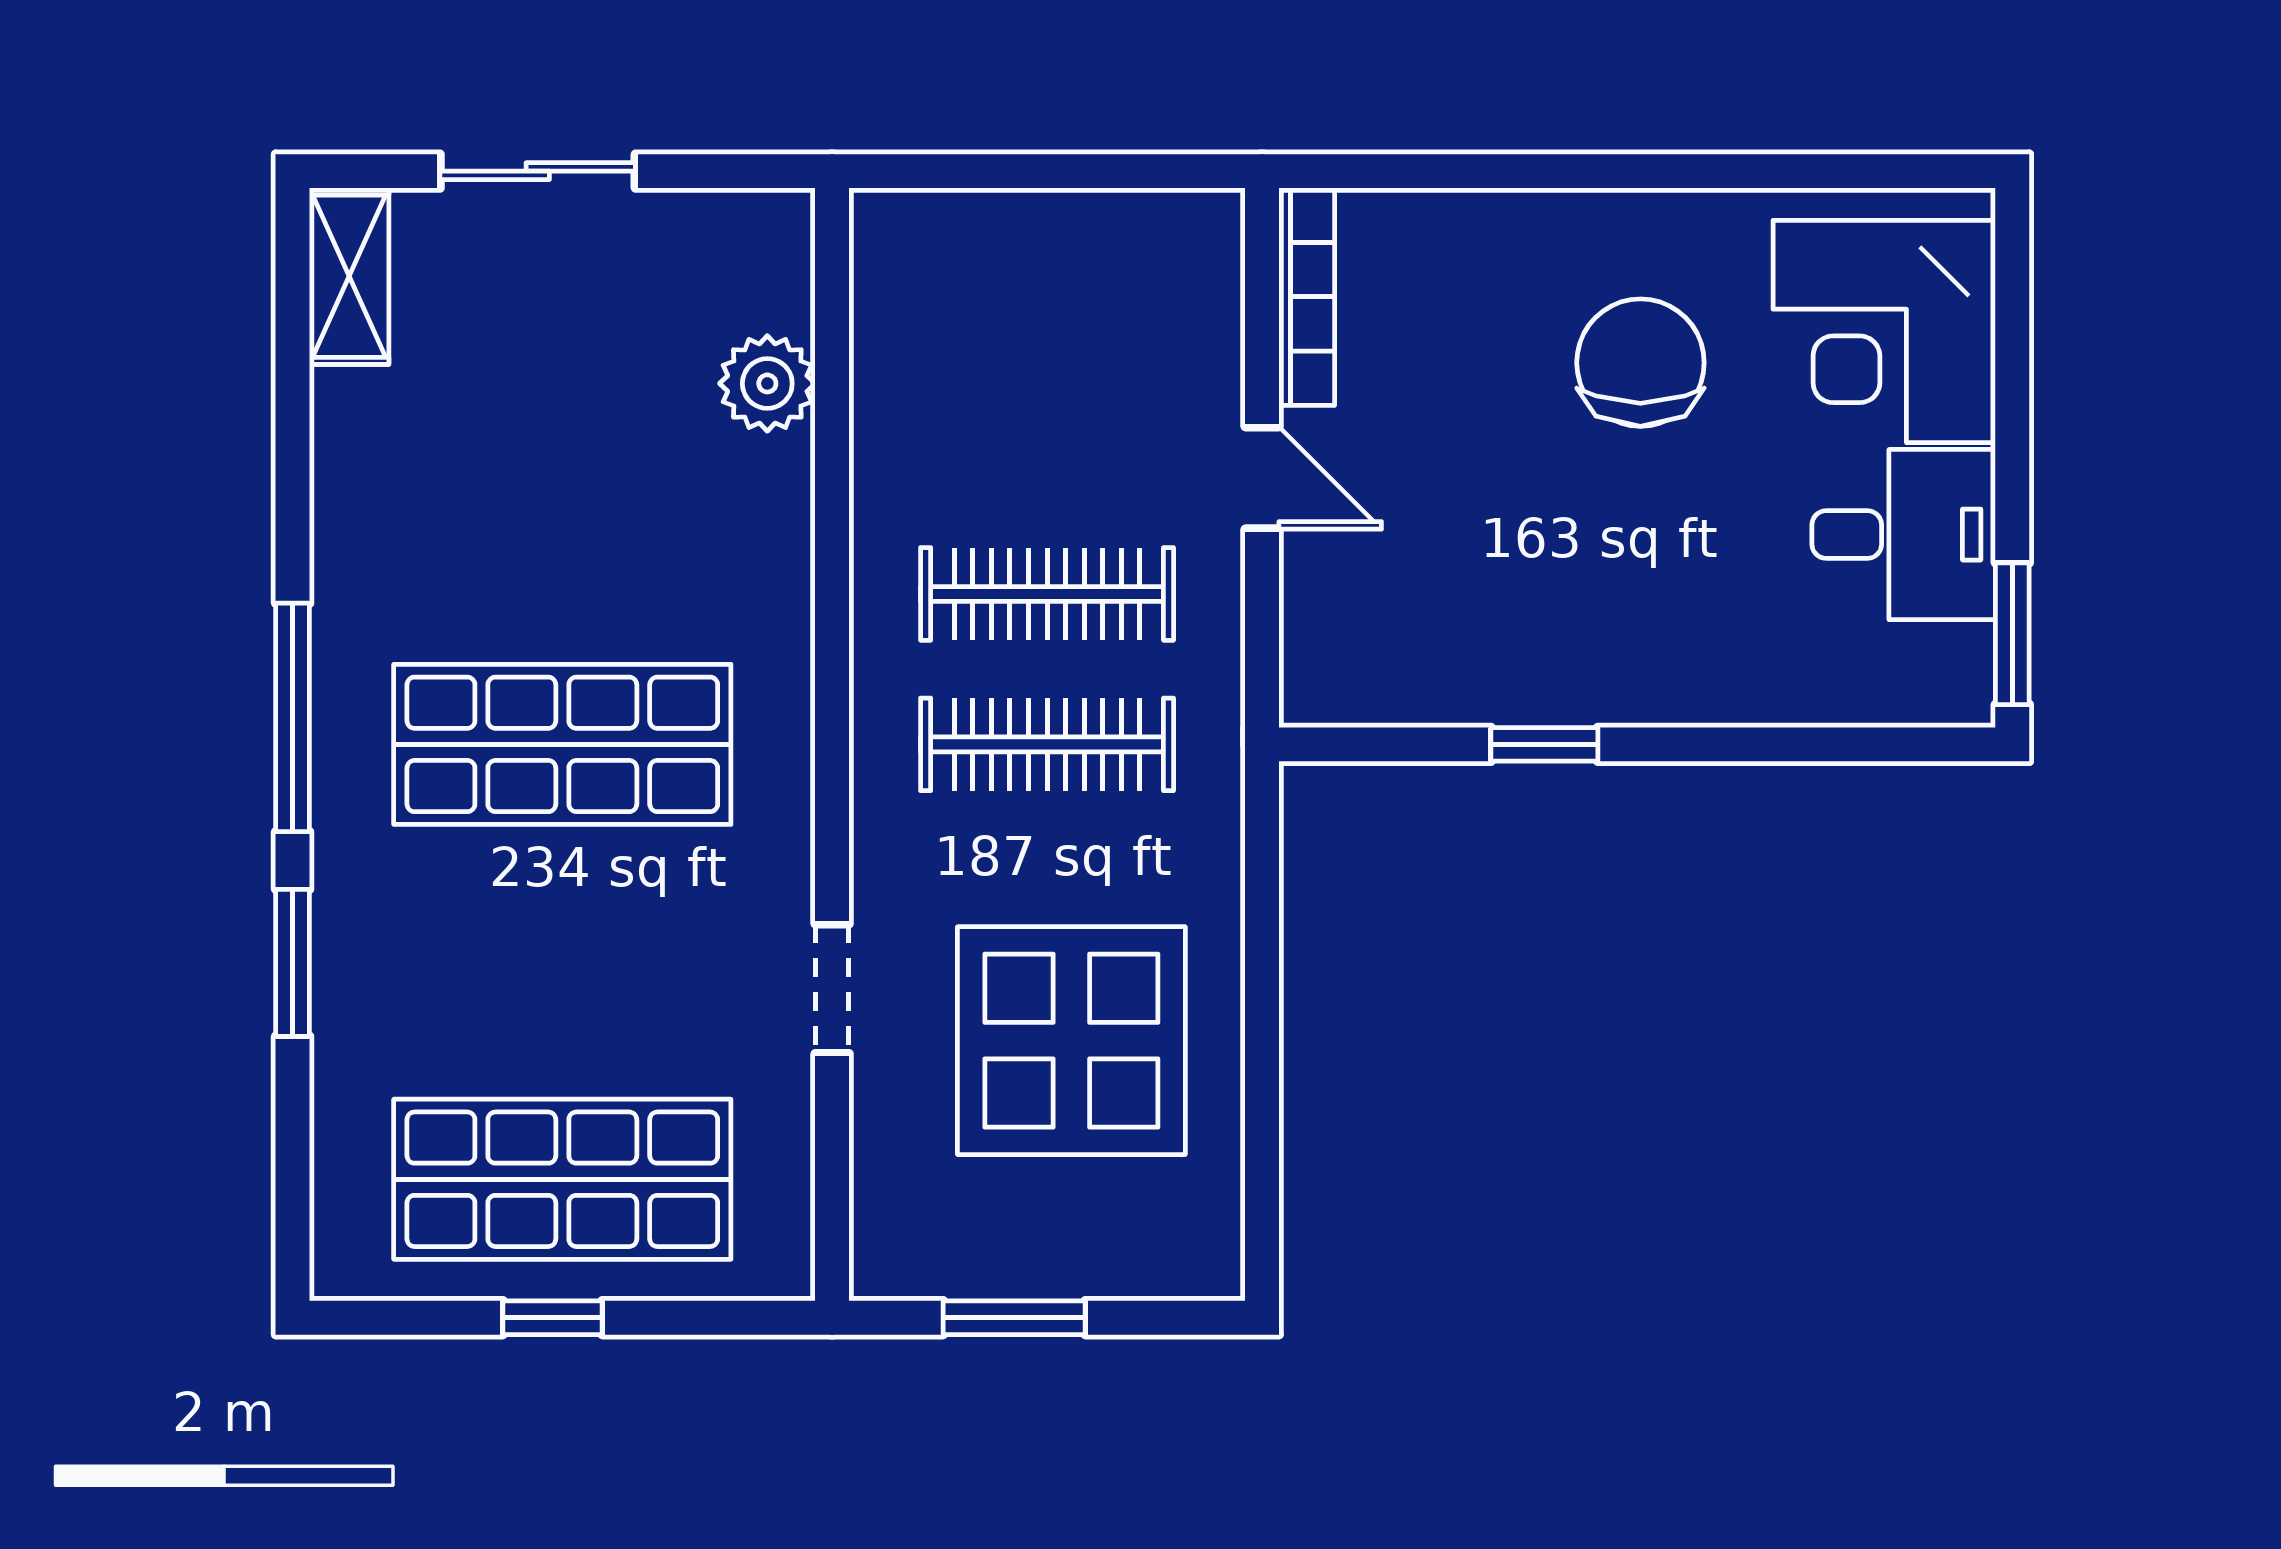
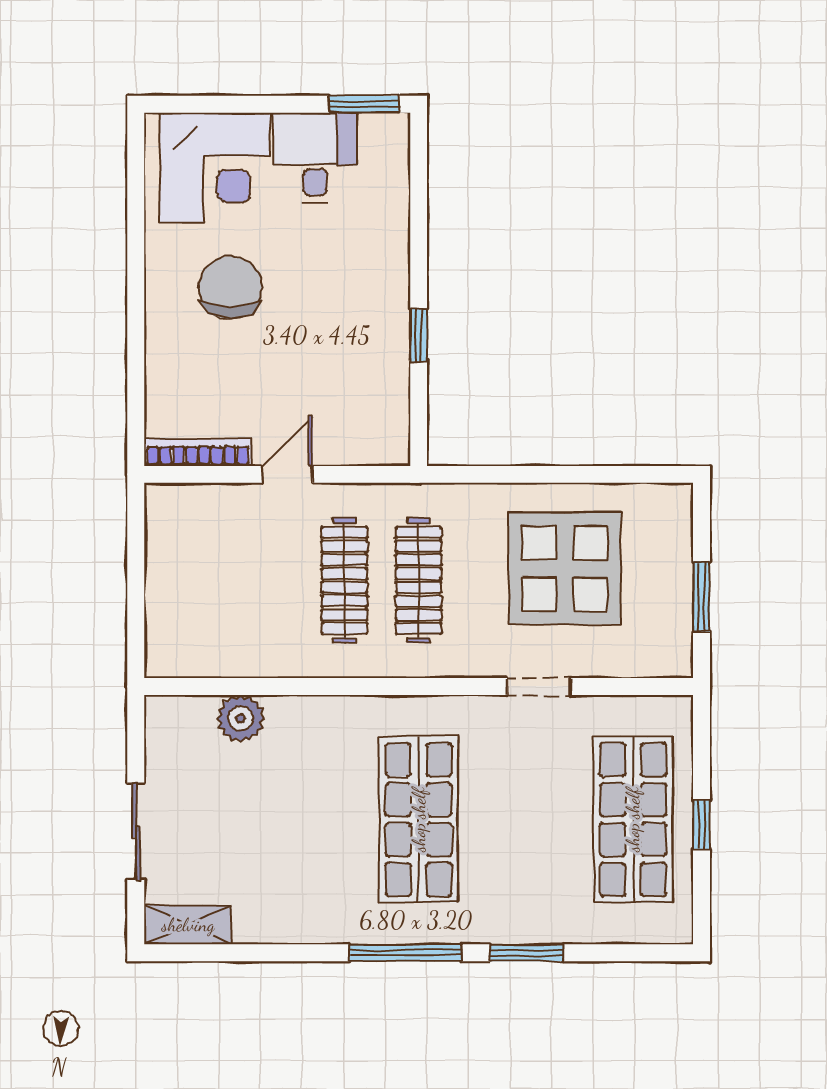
chair: (1640, 363) -> (230, 288), turned 90

